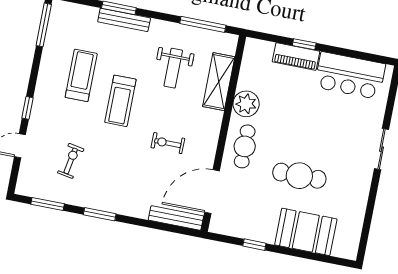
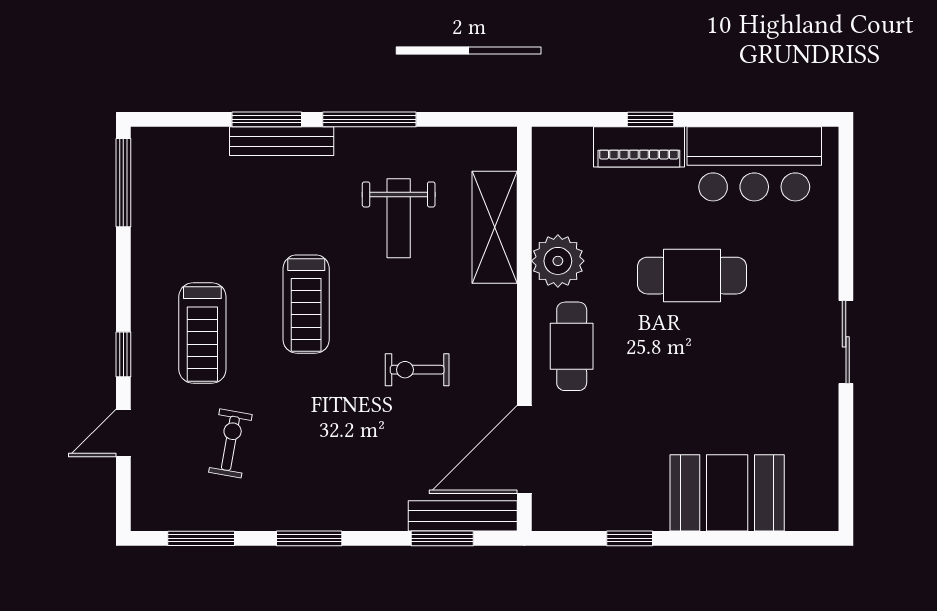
window: (203, 24) -> (369, 119), moved
treadmill: (81, 75) -> (202, 333), moved, turned 180
sliding door: (382, 149) -> (846, 342), moved
cafe table: (299, 176) -> (692, 276), moved
window: (164, 227) -> (442, 538), added

